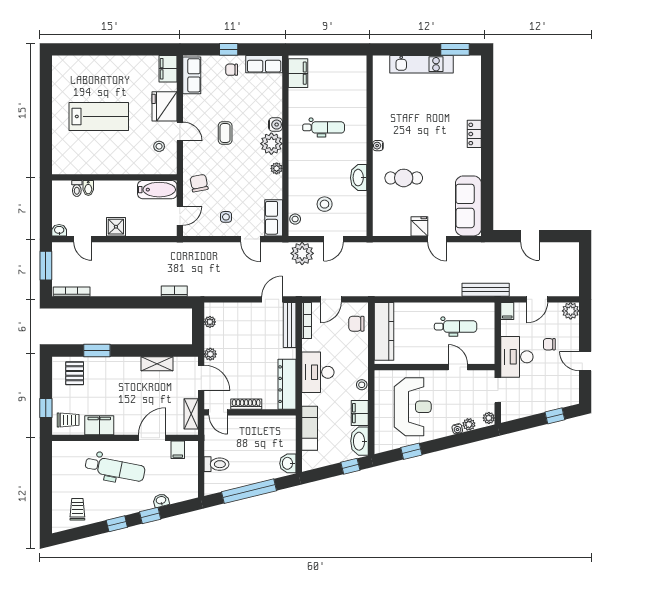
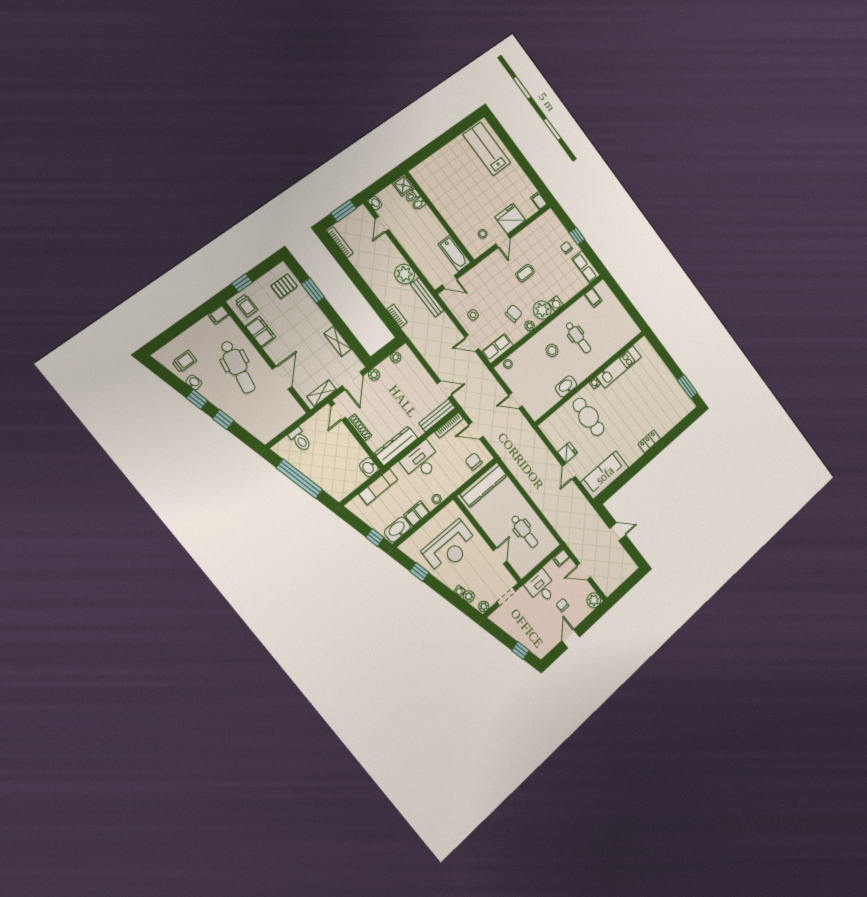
kitchen unit: (421, 64) -> (619, 367), moved, turned -90
filing cabinet: (168, 69) -> (539, 201), width x0.50
filing cabinet: (298, 73) -> (593, 298), width x0.50
row of seats: (192, 75) -> (543, 223), removed
lab bench: (99, 116) -> (487, 149), moved, turned 180
cafe table: (404, 178) -> (589, 417), width x1.37, depth x1.35
chair: (199, 183) -> (514, 313), moved
stool: (325, 204) -> (552, 350), moved
shower: (116, 227) -> (403, 185), moved
door: (530, 236) -> (618, 532), swing flipped
door: (251, 239) -> (472, 343), hinge flipped
plant: (302, 253) -> (405, 274), moved
bench: (486, 290) -> (427, 297), moved
desk: (517, 357) -> (541, 587), width x0.73
door: (152, 438) -> (282, 378), hinge flipped
filing cabinet: (178, 450) -> (219, 315), moved
washbasin: (288, 463) -> (369, 467), moved, turned -90
washbasin: (161, 500) -> (194, 382), moved

